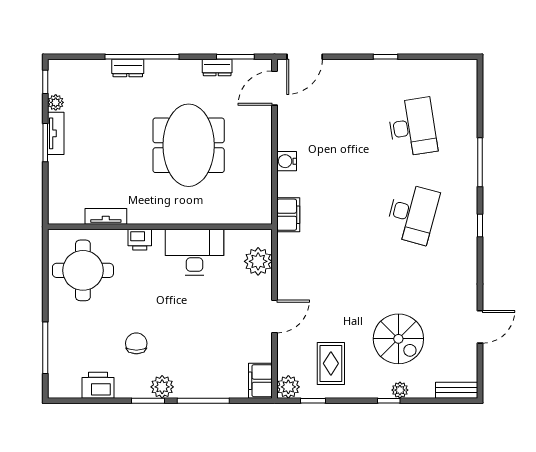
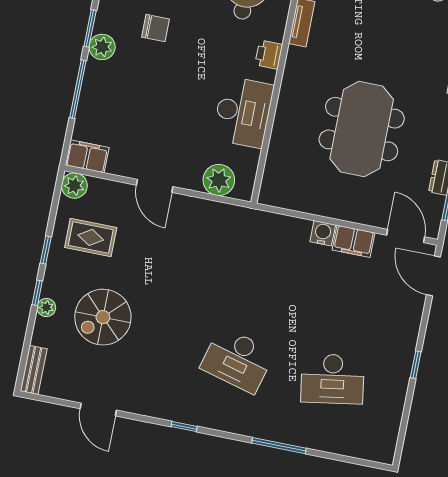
meeting table: (189, 145) -> (362, 129), turned 90
filing cabinet: (288, 215) -> (354, 241), moved
window: (480, 226) -> (184, 427), moved
window: (313, 401) -> (46, 250), moved

